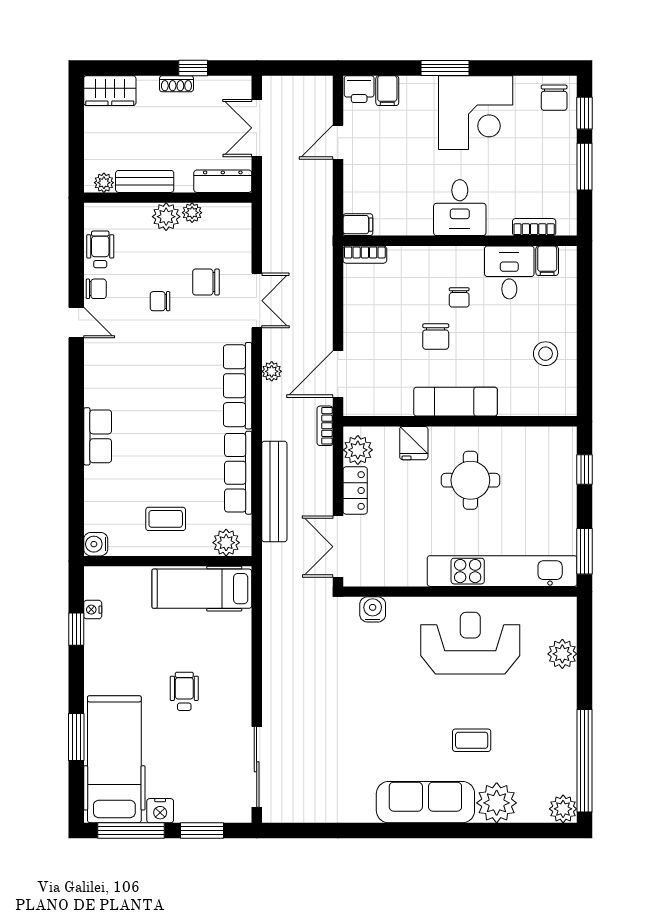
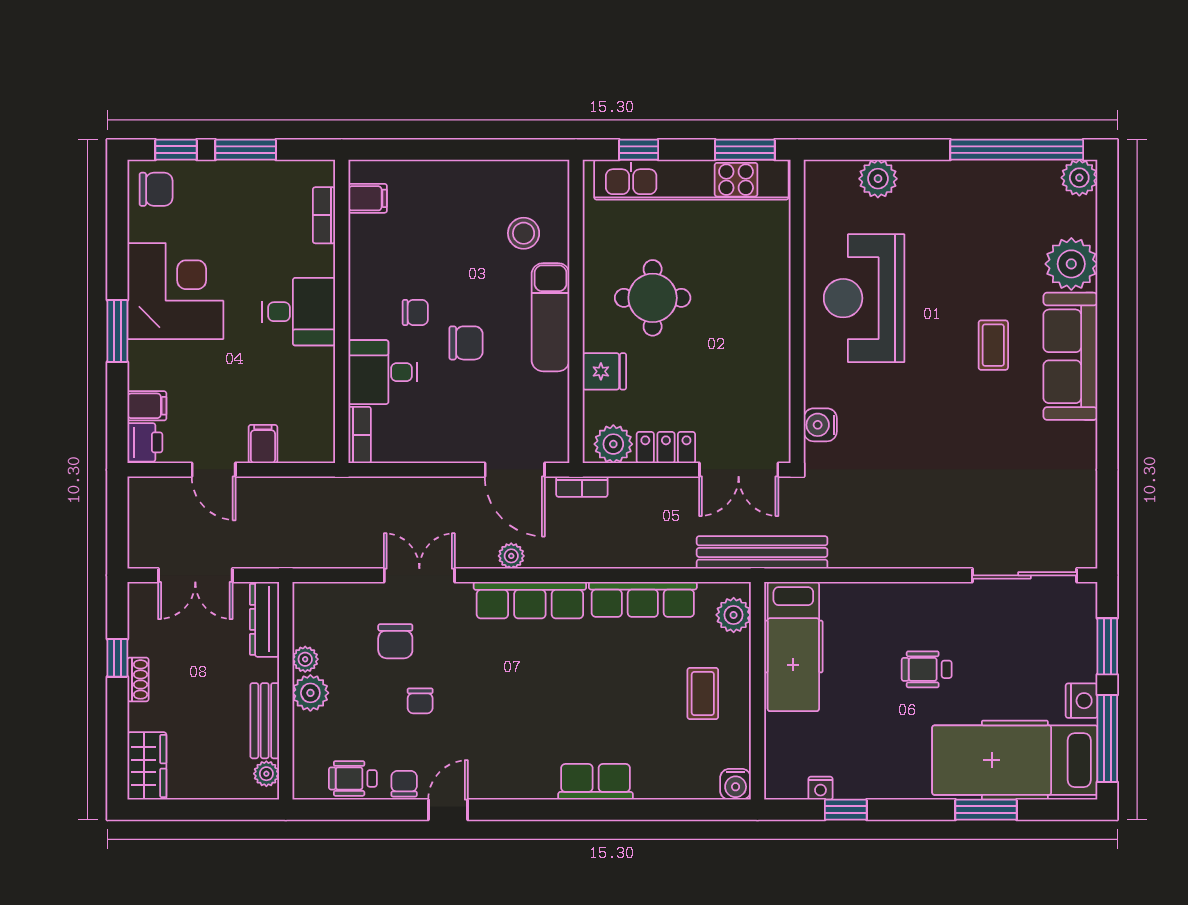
filing cabinet: (358, 225) -> (263, 444), moved
desk: (509, 272) -> (383, 372), moved
stool: (546, 354) -> (524, 233), moved
bench: (274, 491) -> (762, 552), moved
kitchen unit: (502, 571) -> (691, 180), moved, turned -90
coffee table: (472, 740) -> (993, 345), moved

